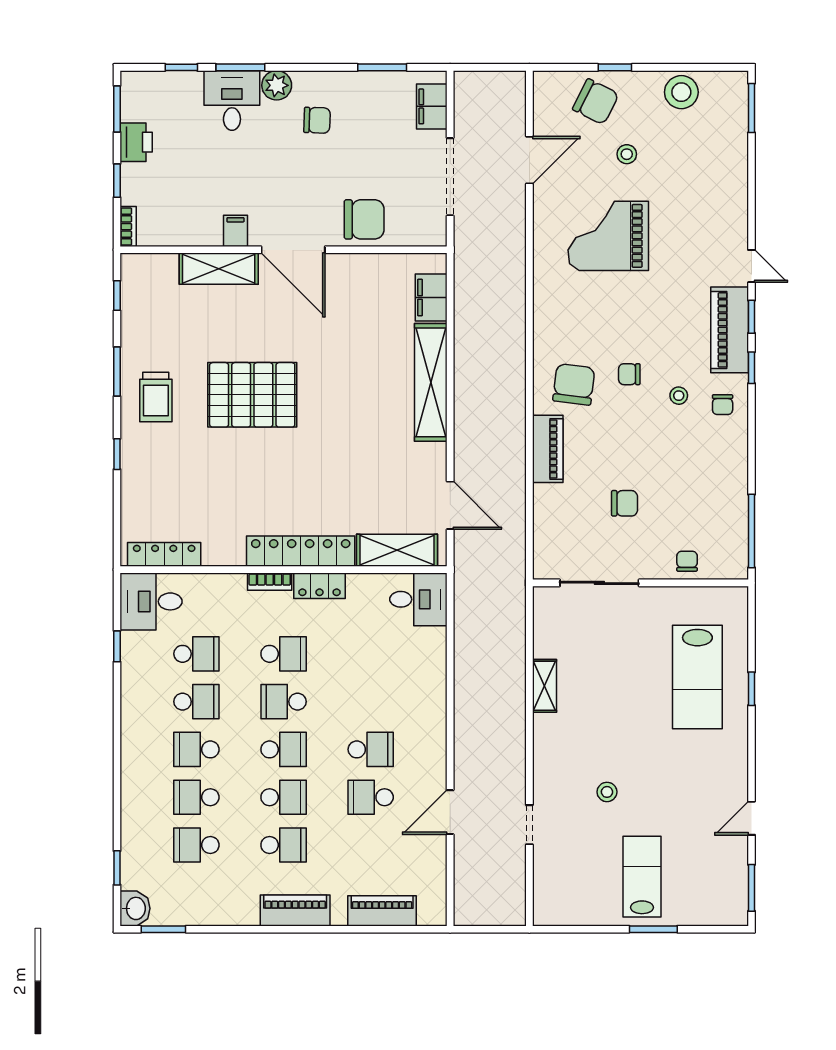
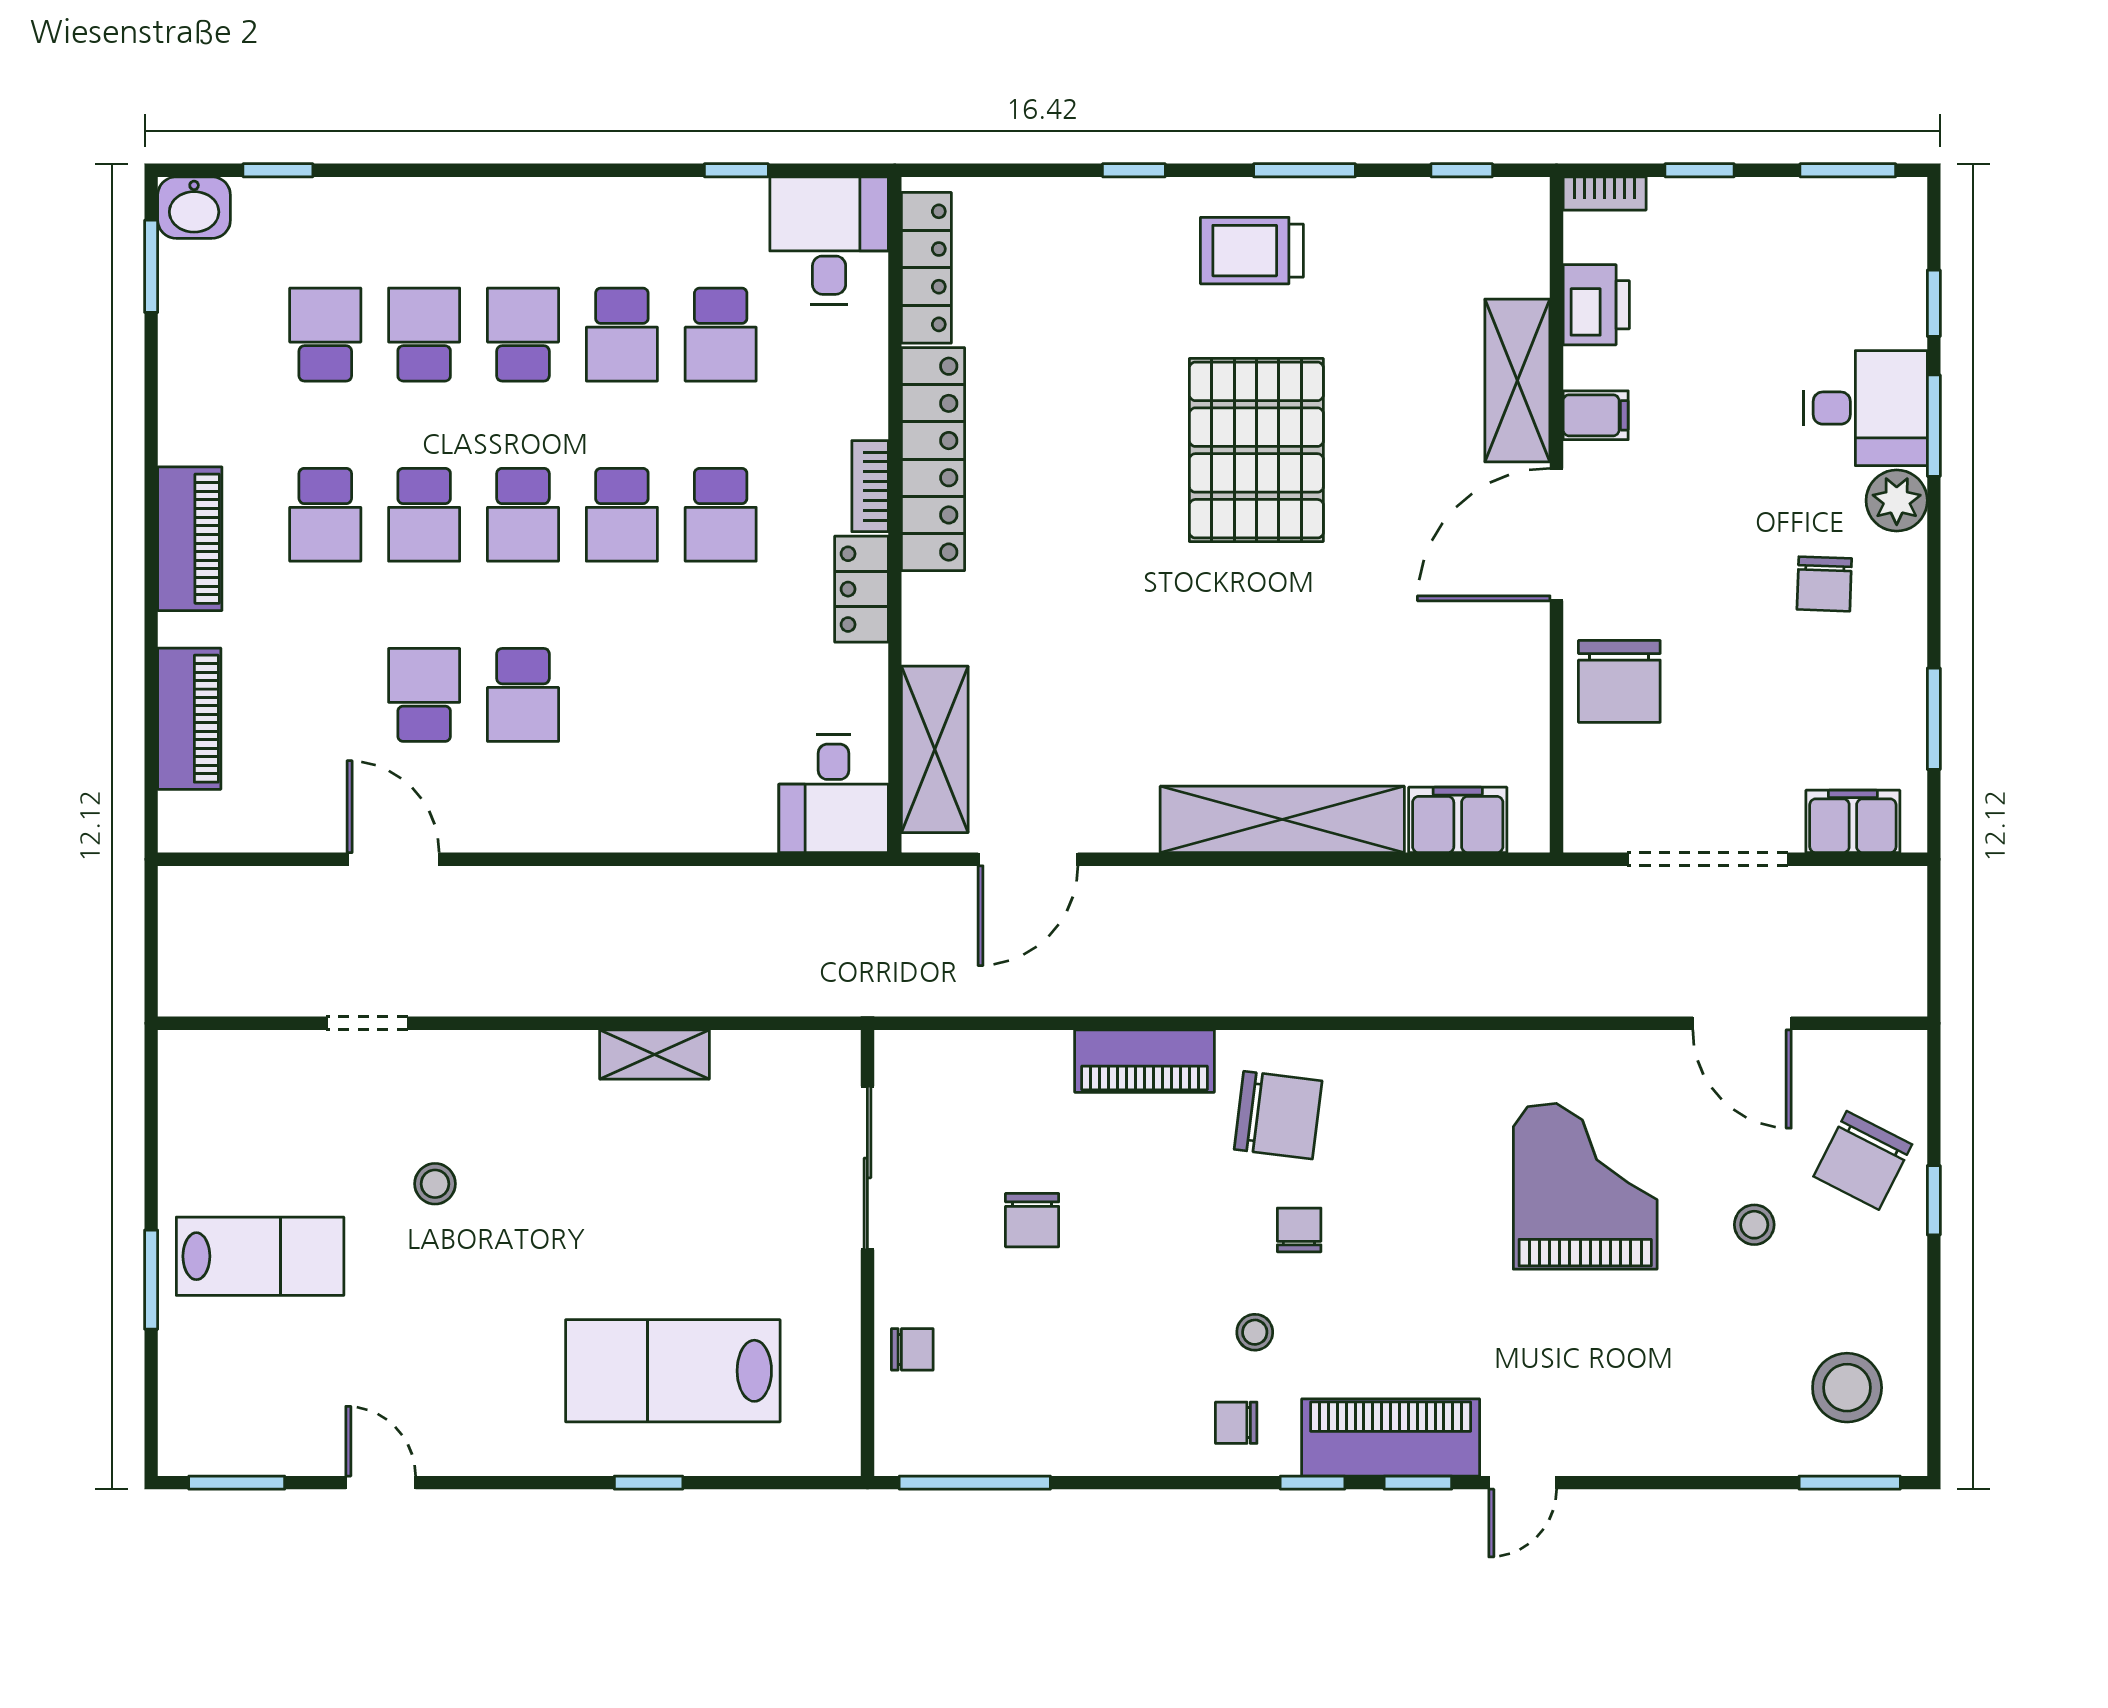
stool: (681, 92) -> (1847, 1388), moved
printer: (136, 142) -> (1596, 305), moved, turned -90
locker: (301, 551) -> (933, 459), moved
school desk: (284, 702) -> (622, 515), turned 180

